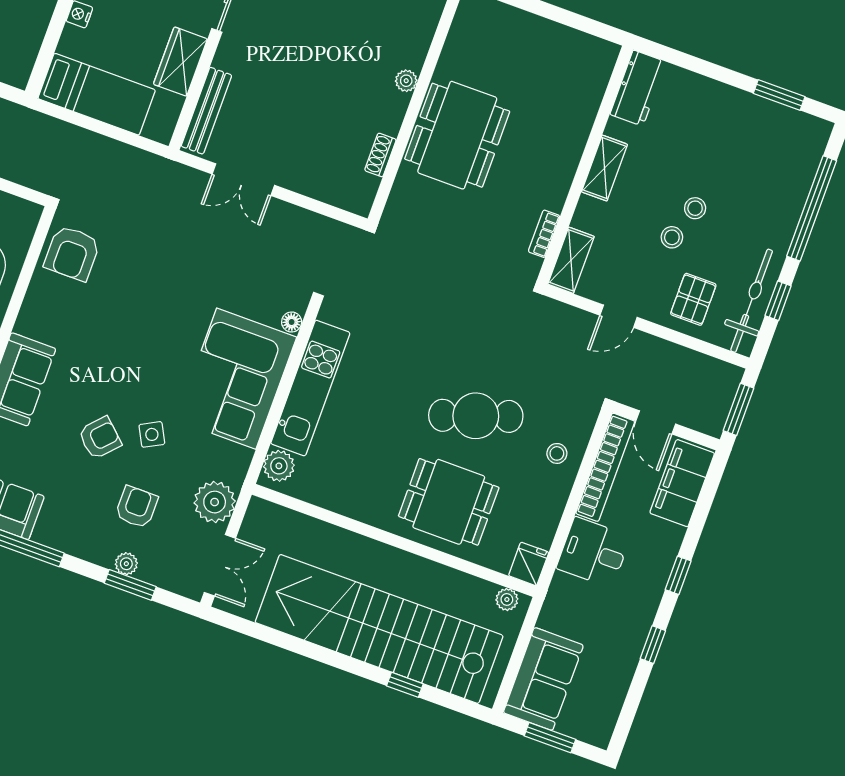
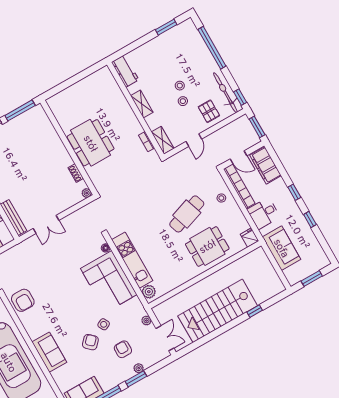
plant: (406, 81) -> (87, 193), moved
window: (778, 301) -> (240, 97), moved
plant: (215, 502) -> (146, 320), width x0.53, depth x0.53
window: (130, 585) -> (136, 379), moved
plant: (507, 599) -> (255, 254), removed
stairs: (379, 629) -> (218, 311), width x0.73
sofa: (543, 679) -> (282, 248), moved

